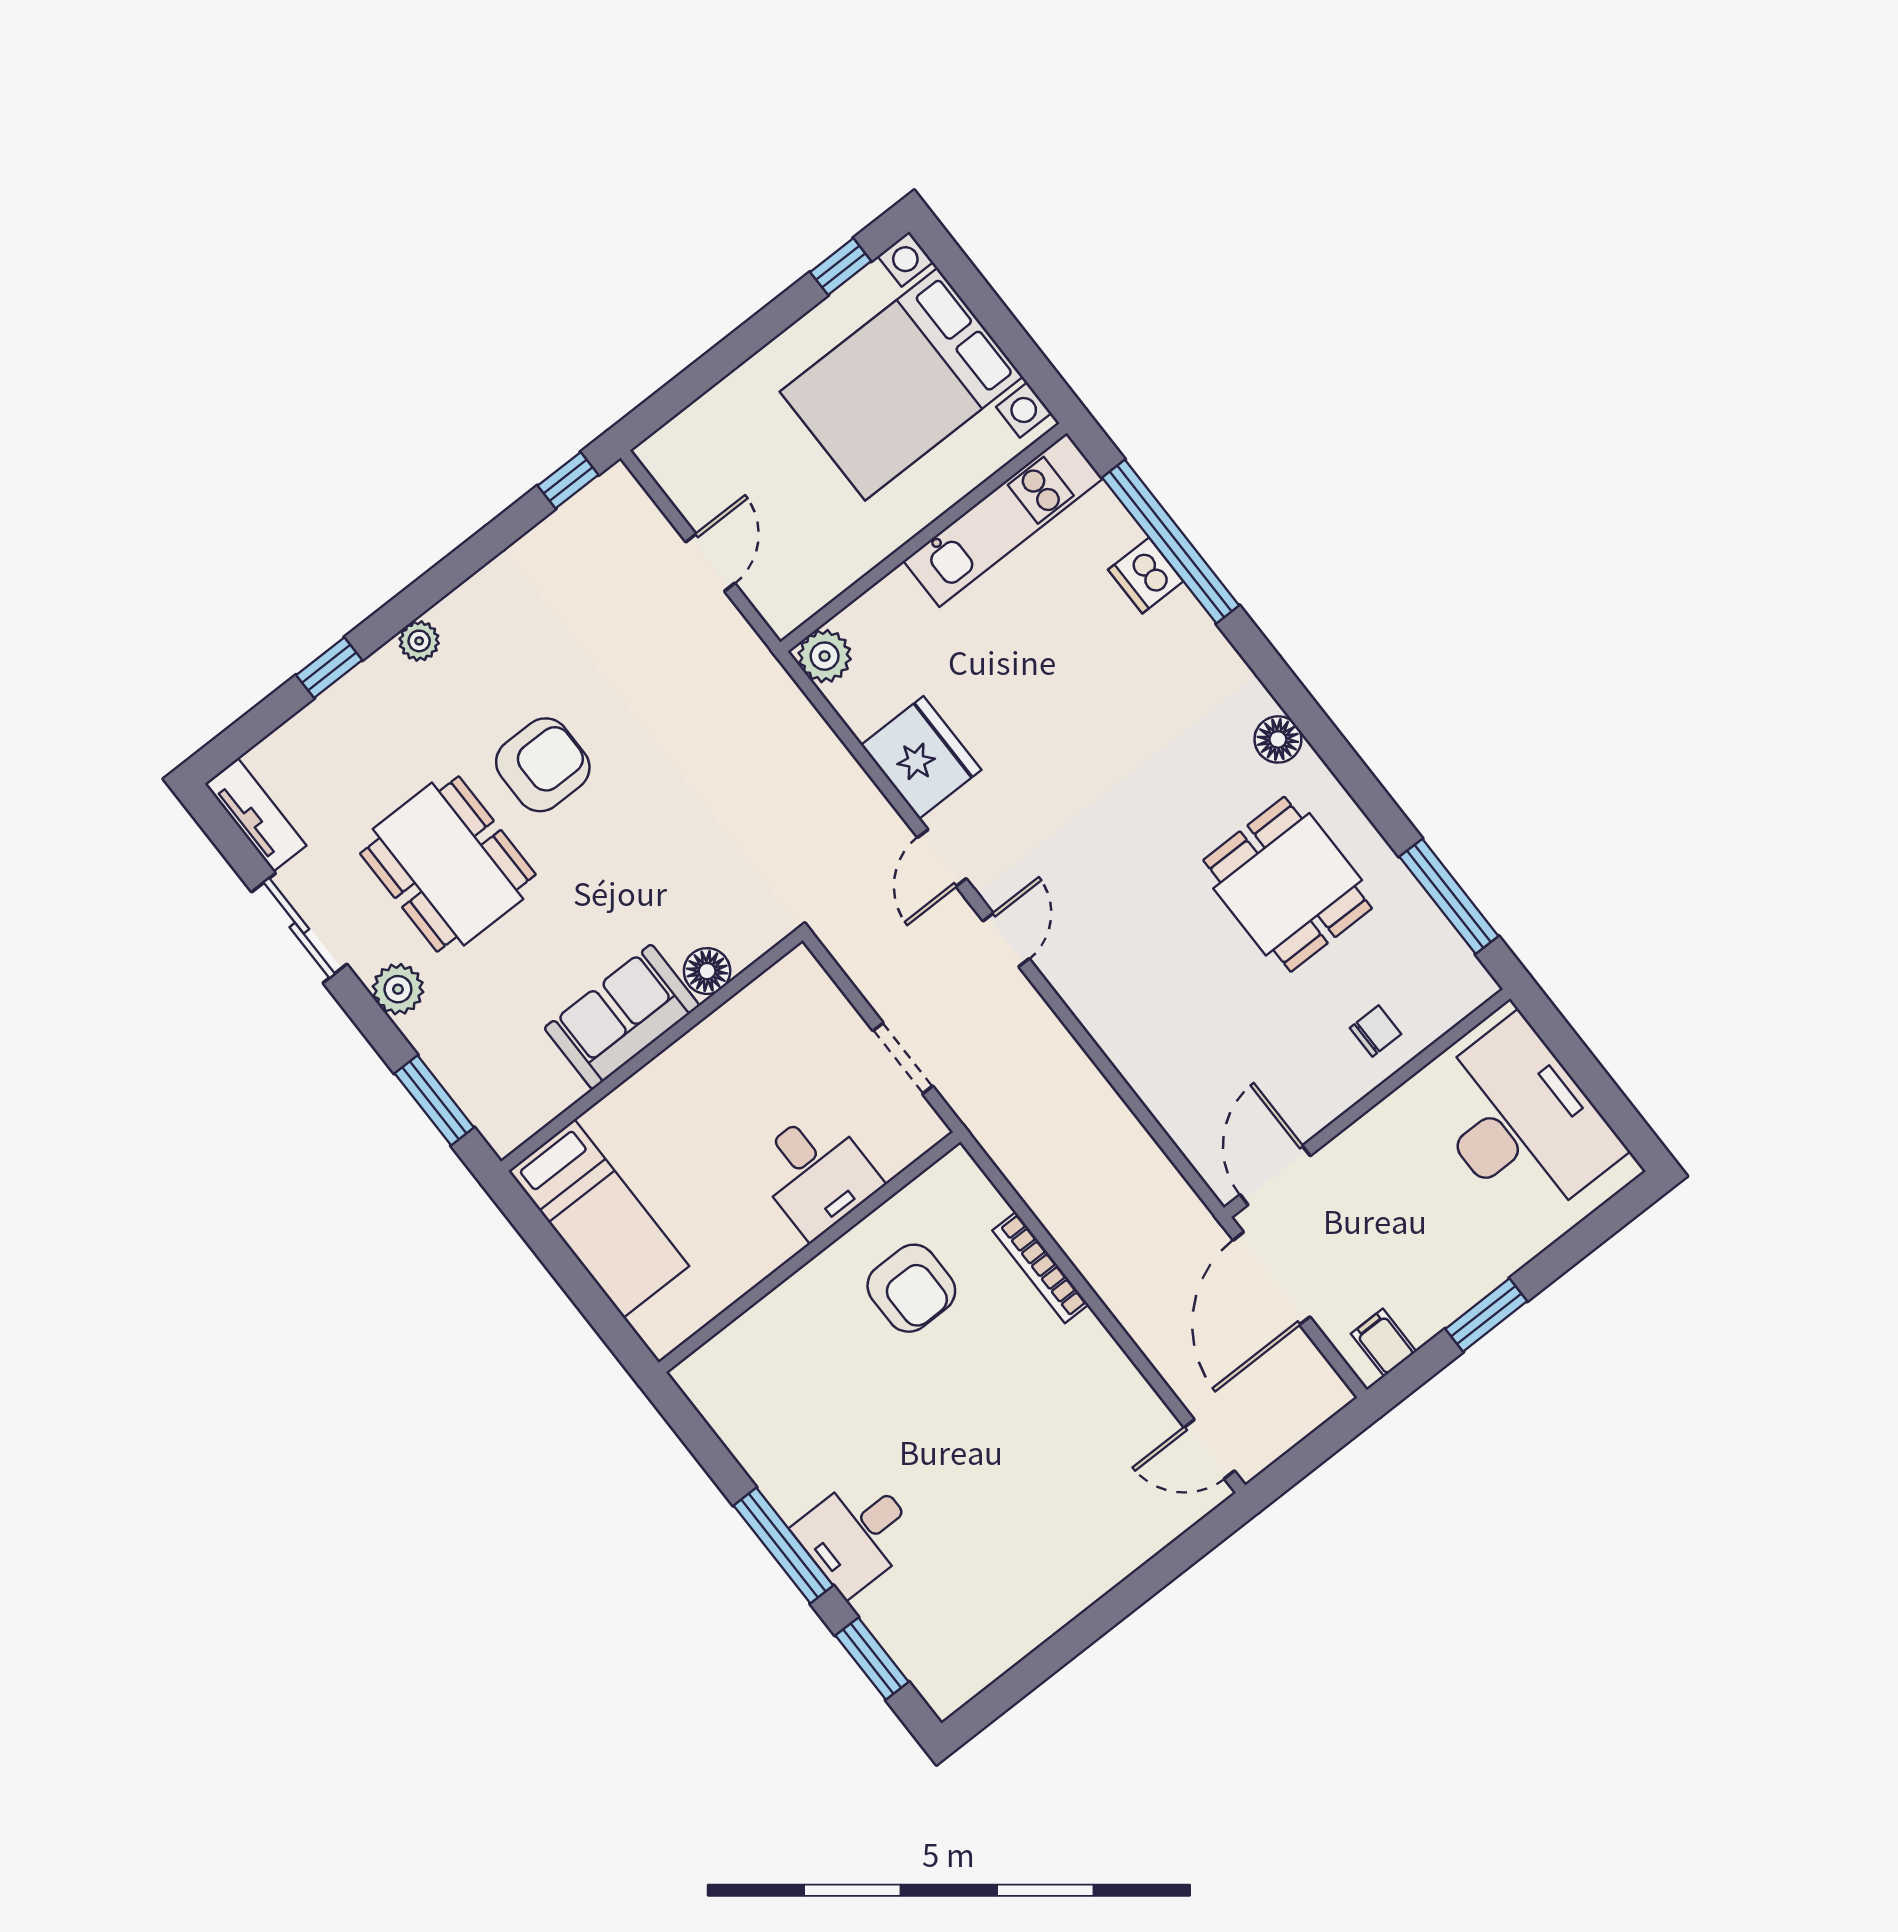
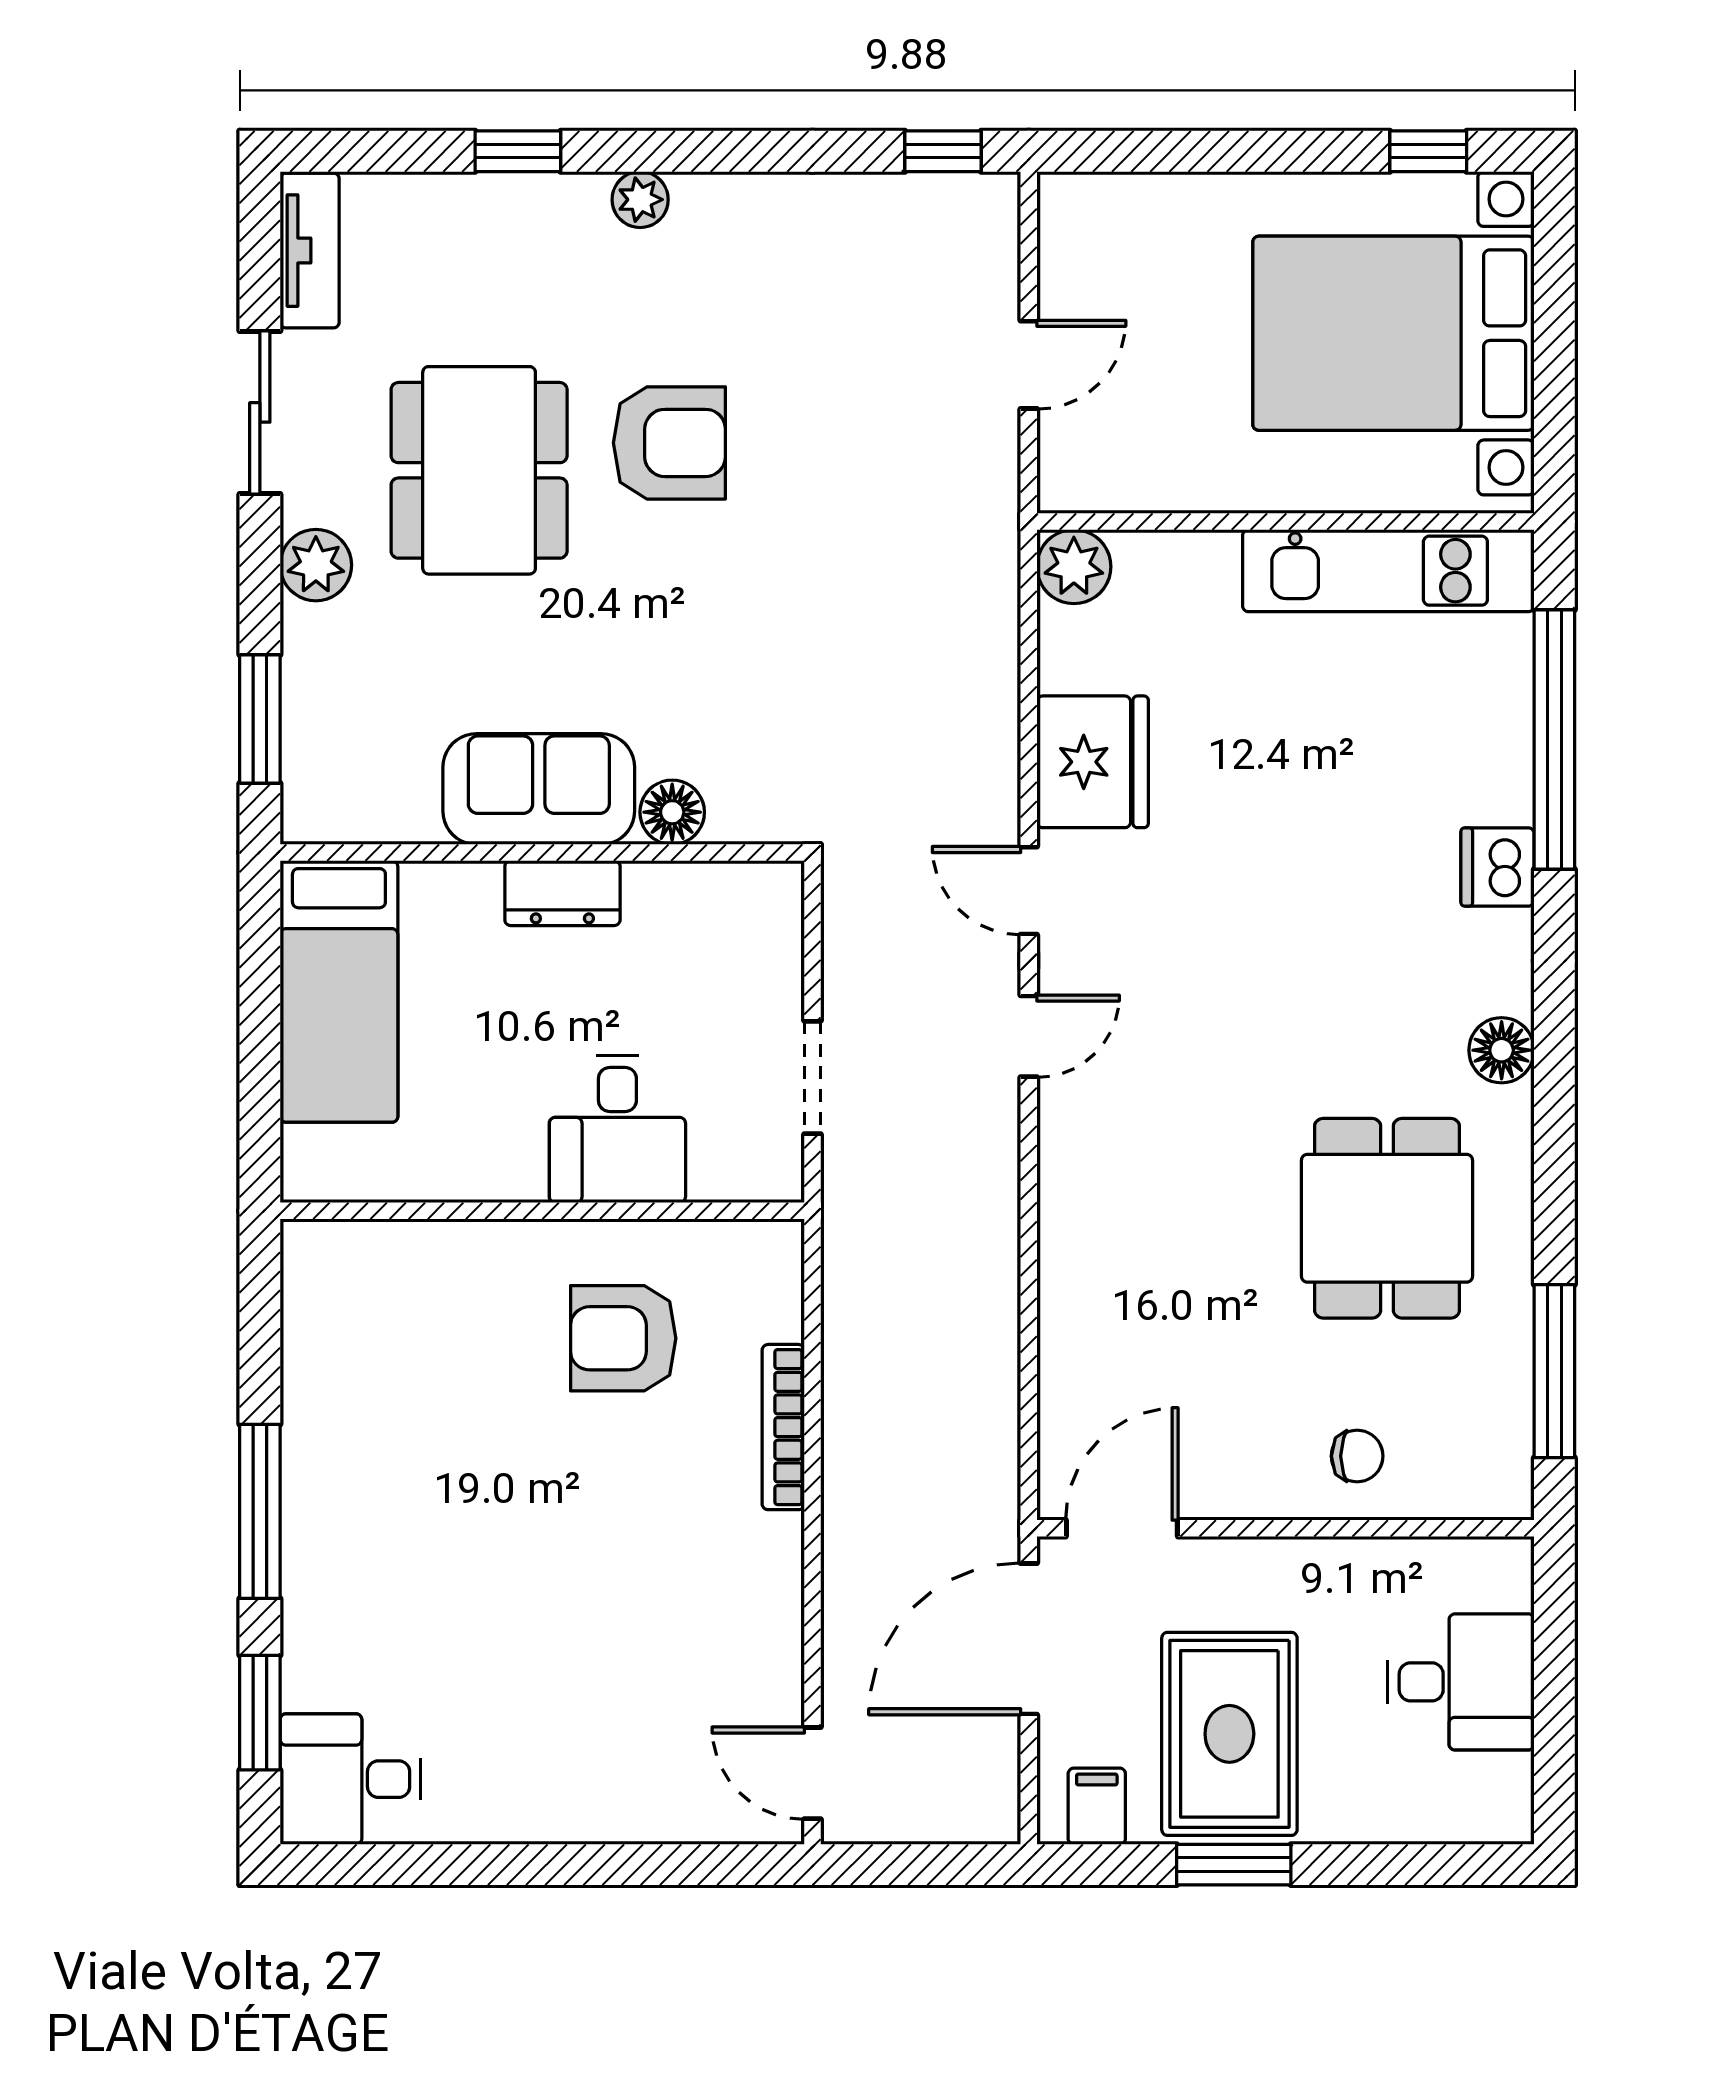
dishwasher: (1146, 575) -> (1498, 867), moved
door: (942, 858) -> (1029, 891), hinge flipped
dresser: (681, 1065) -> (562, 893), added
desk: (1521, 1122) -> (1461, 1682), width x0.53, depth x0.77
rug: (1426, 1243) -> (1229, 1734), added
armchair: (911, 1288) -> (623, 1338), turned 90
desk: (857, 1534) -> (351, 1779), moved

